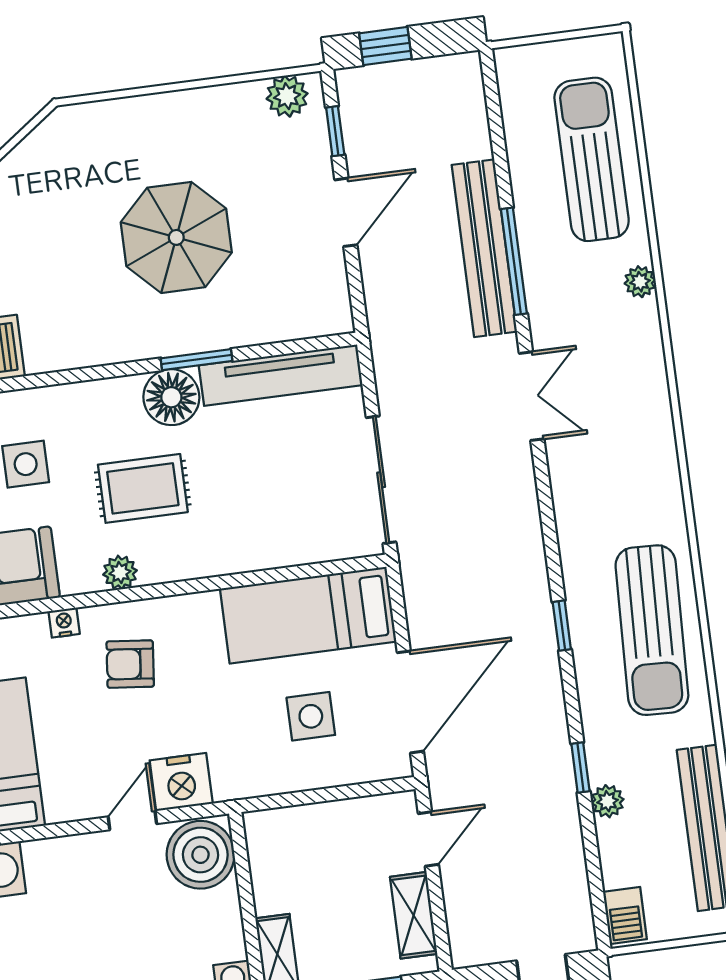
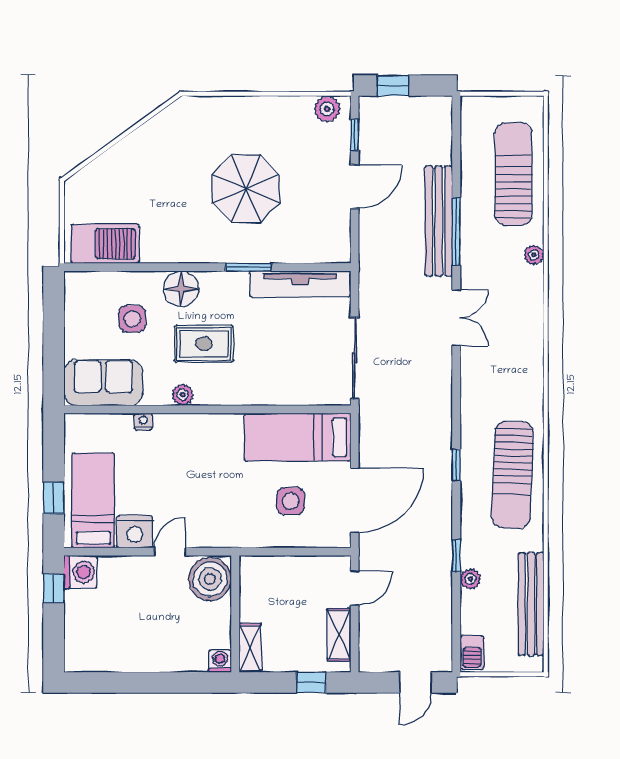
floor lamp: (171, 397) -> (181, 289), moved
armchair: (130, 664) -> (181, 453), removed
nightstand: (181, 782) -> (135, 532), moved

